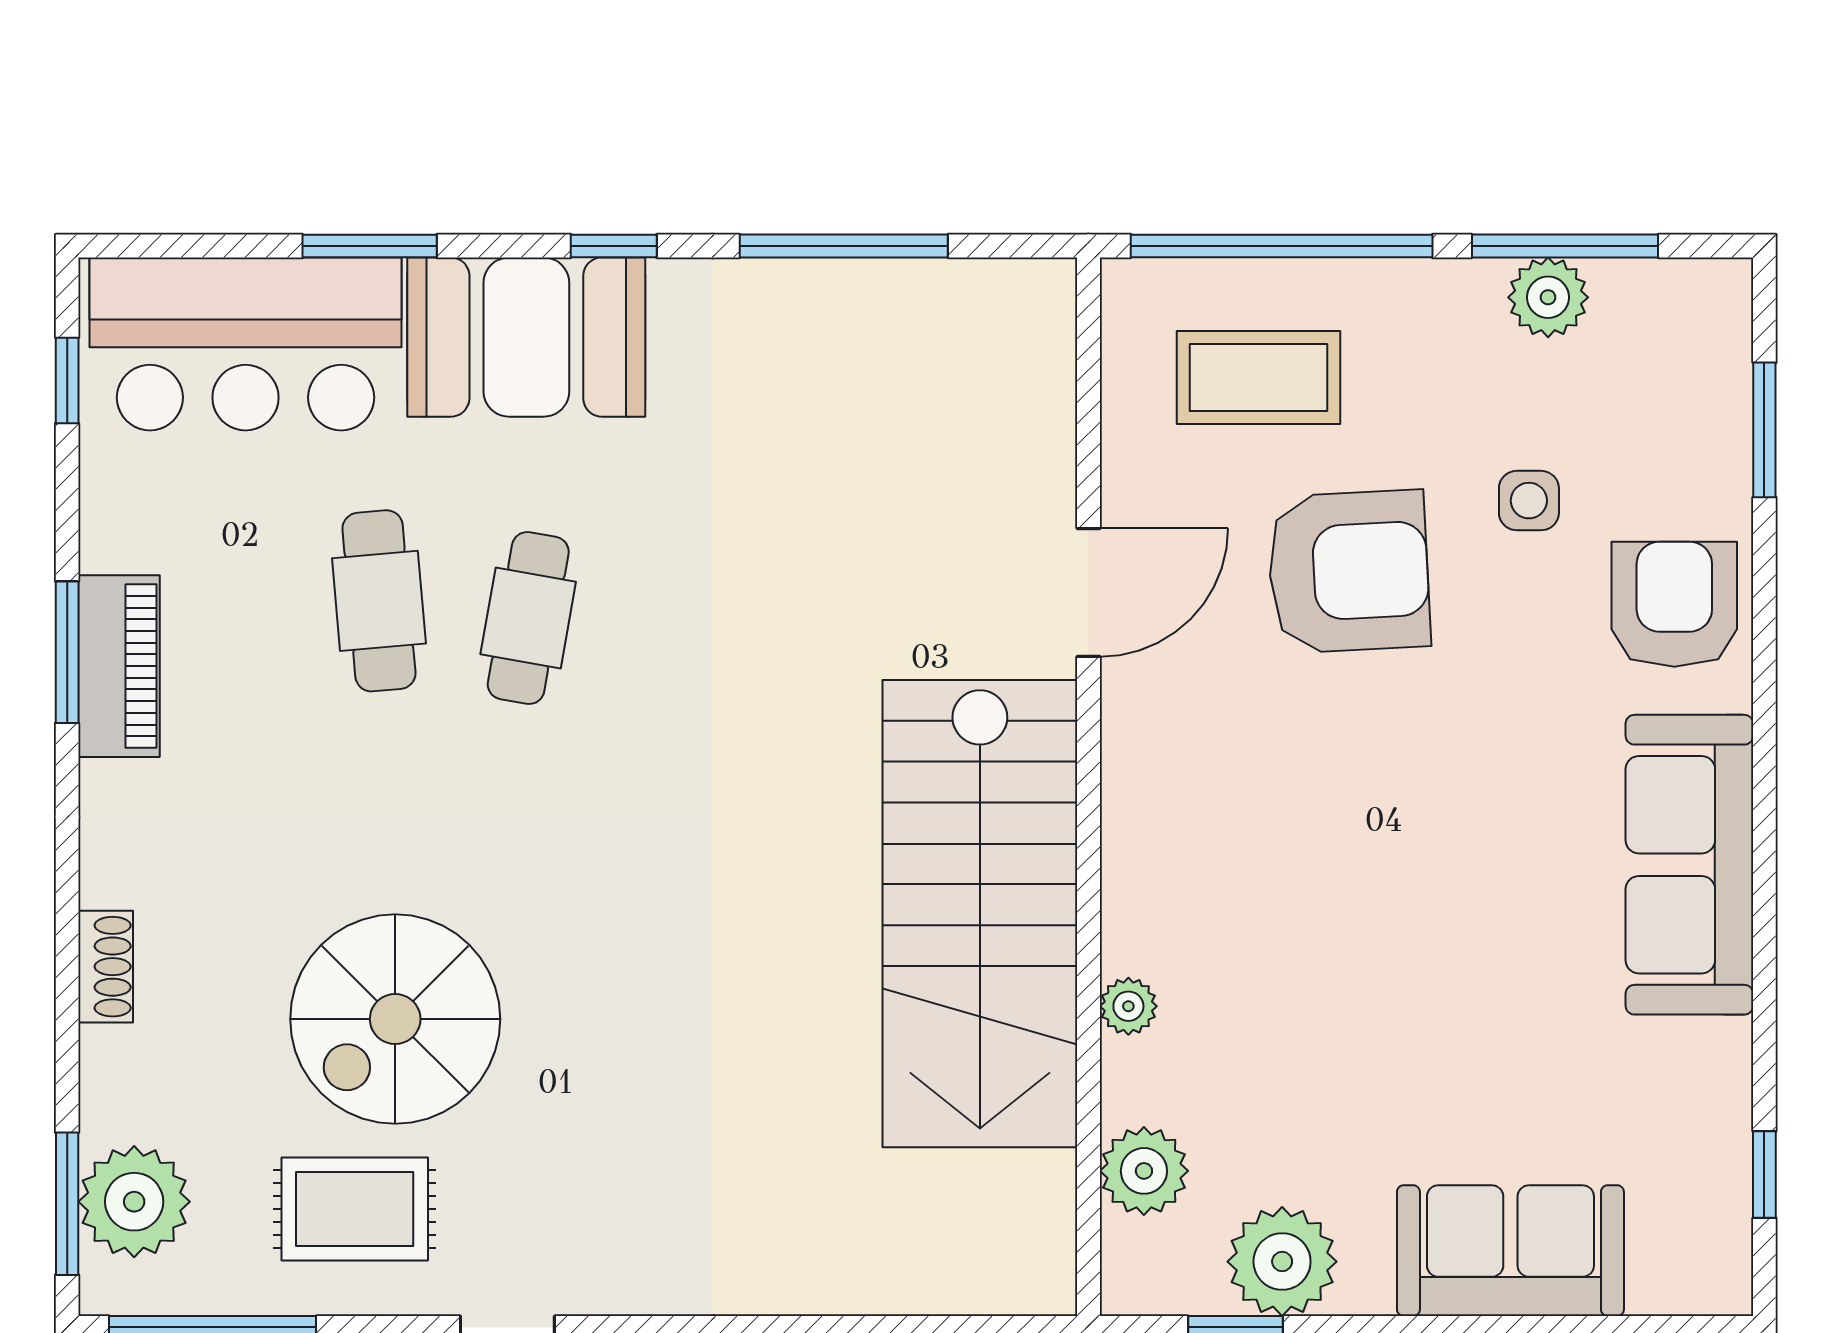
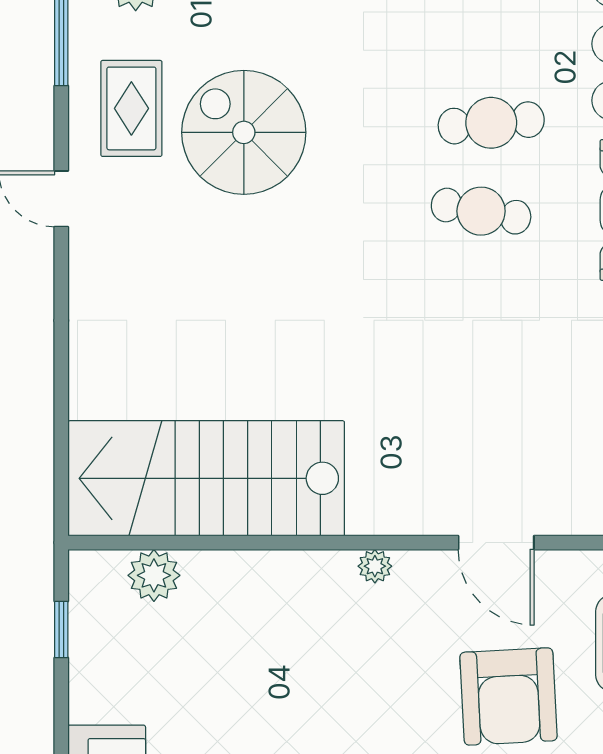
stairs: (980, 914) -> (206, 478), moved
plant: (1128, 1006) -> (375, 566), moved
plant: (1282, 1262) -> (100, 657), removed

